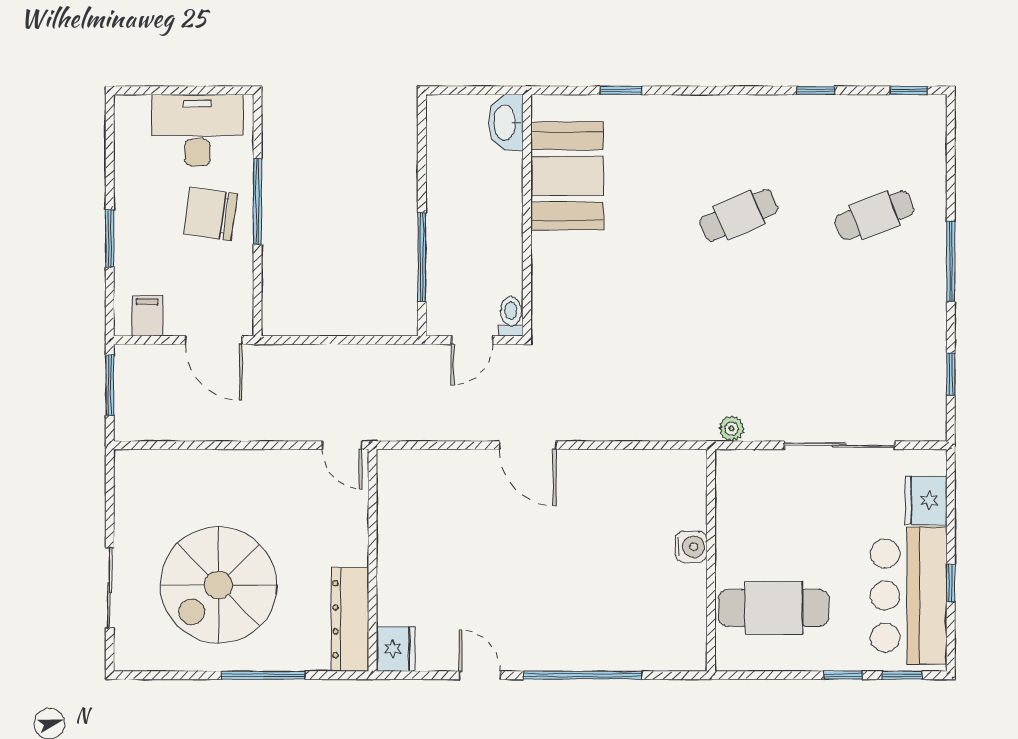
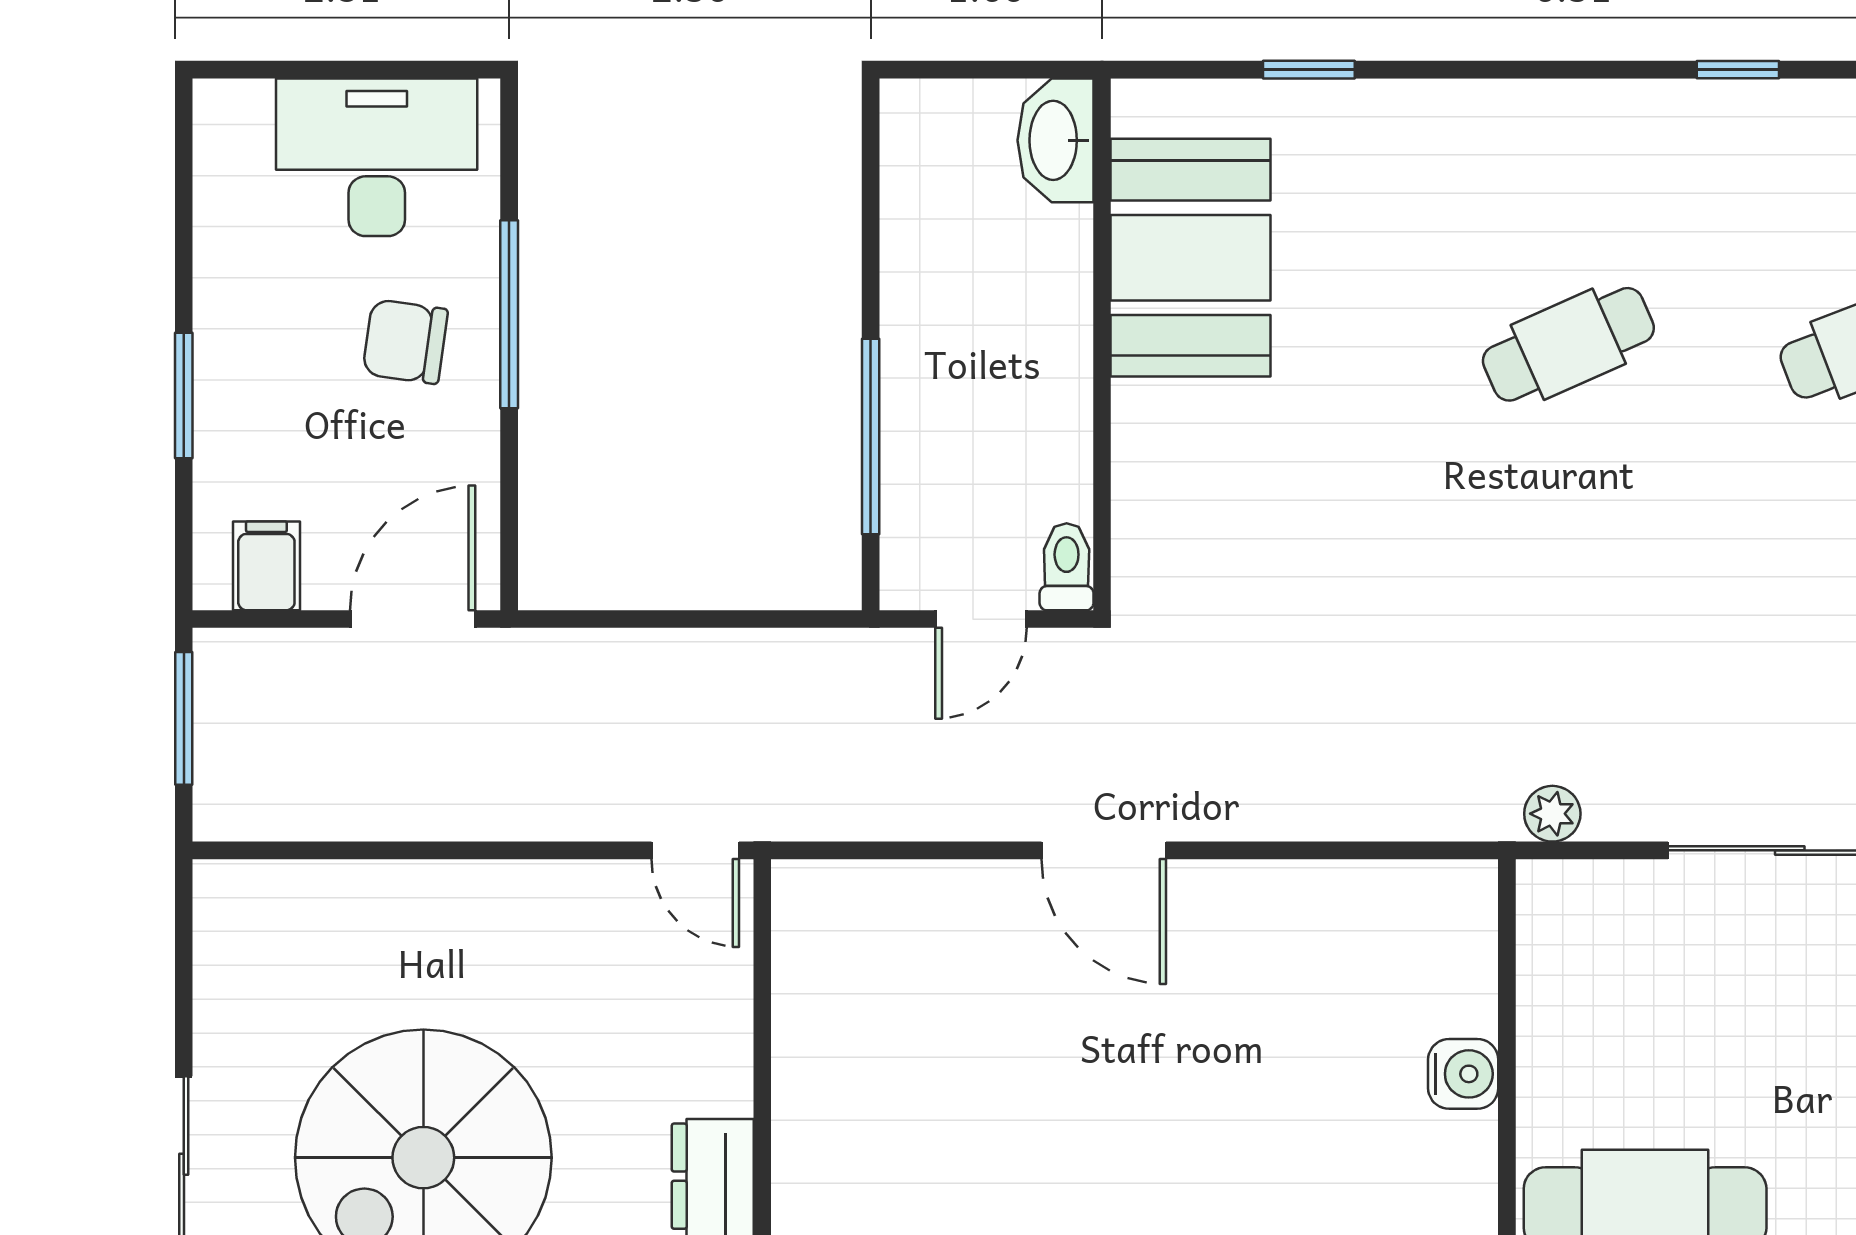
chair: (210, 214) -> (405, 342), width x0.73, depth x0.73
door: (214, 340) -> (413, 619), swing flipped

